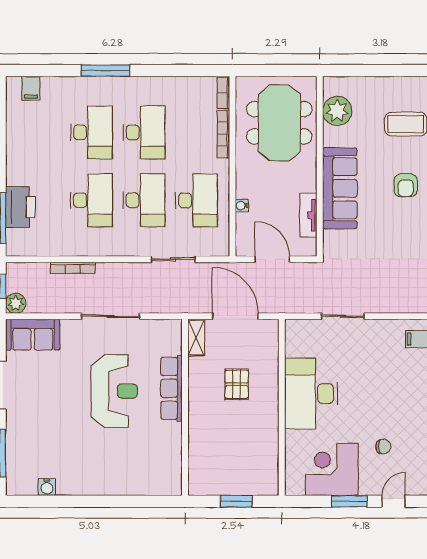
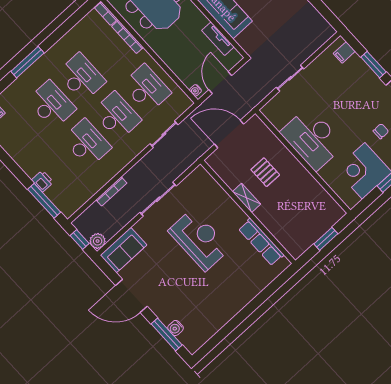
water cooler: (242, 206) -> (195, 90), moved
printer: (20, 207) -> (42, 181), width x0.53, depth x0.68
door: (272, 259) -> (220, 83), hinge flipped
shelving: (196, 338) -> (246, 198), moved
row of seats: (171, 388) -> (261, 242), moved
water cooler: (47, 487) -> (176, 328), moved, turned 90

